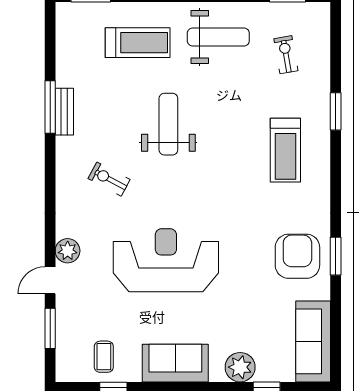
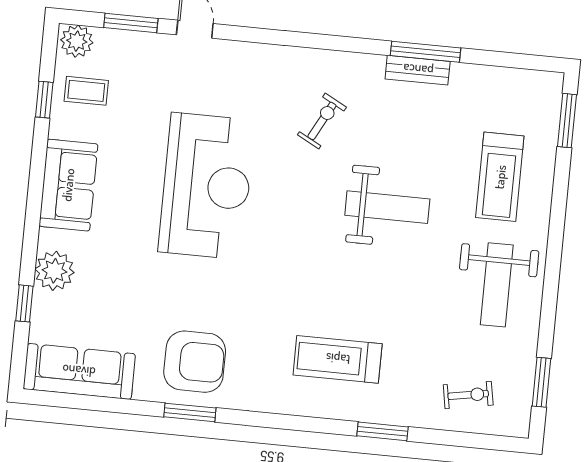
exercise bike: (286, 55) -> (468, 395), moved
plant: (68, 251) -> (77, 41), moved

